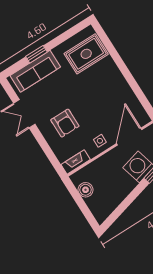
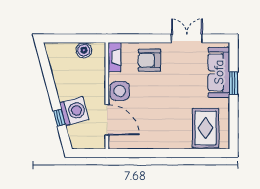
armchair: (65, 123) -> (149, 60), moved
side table: (100, 141) -> (120, 91), width x1.87, depth x1.87

